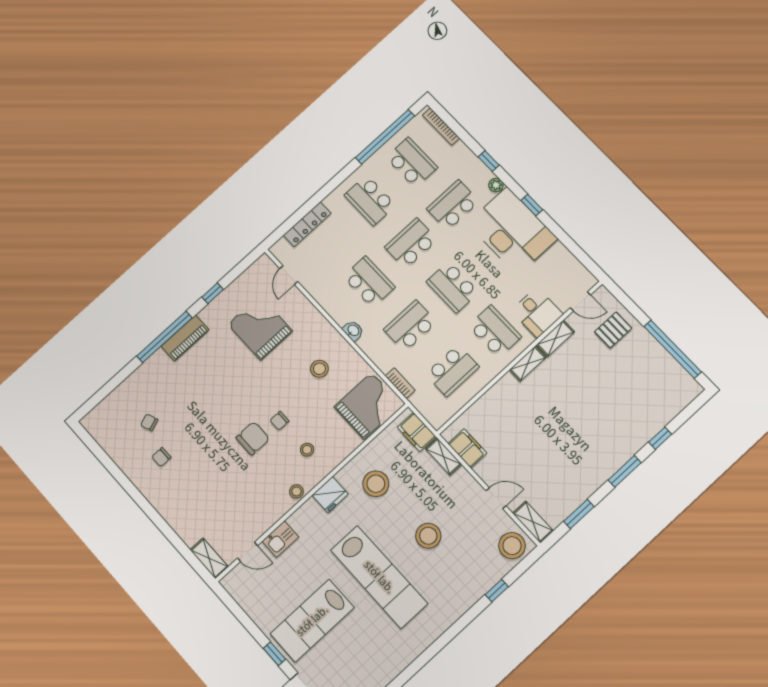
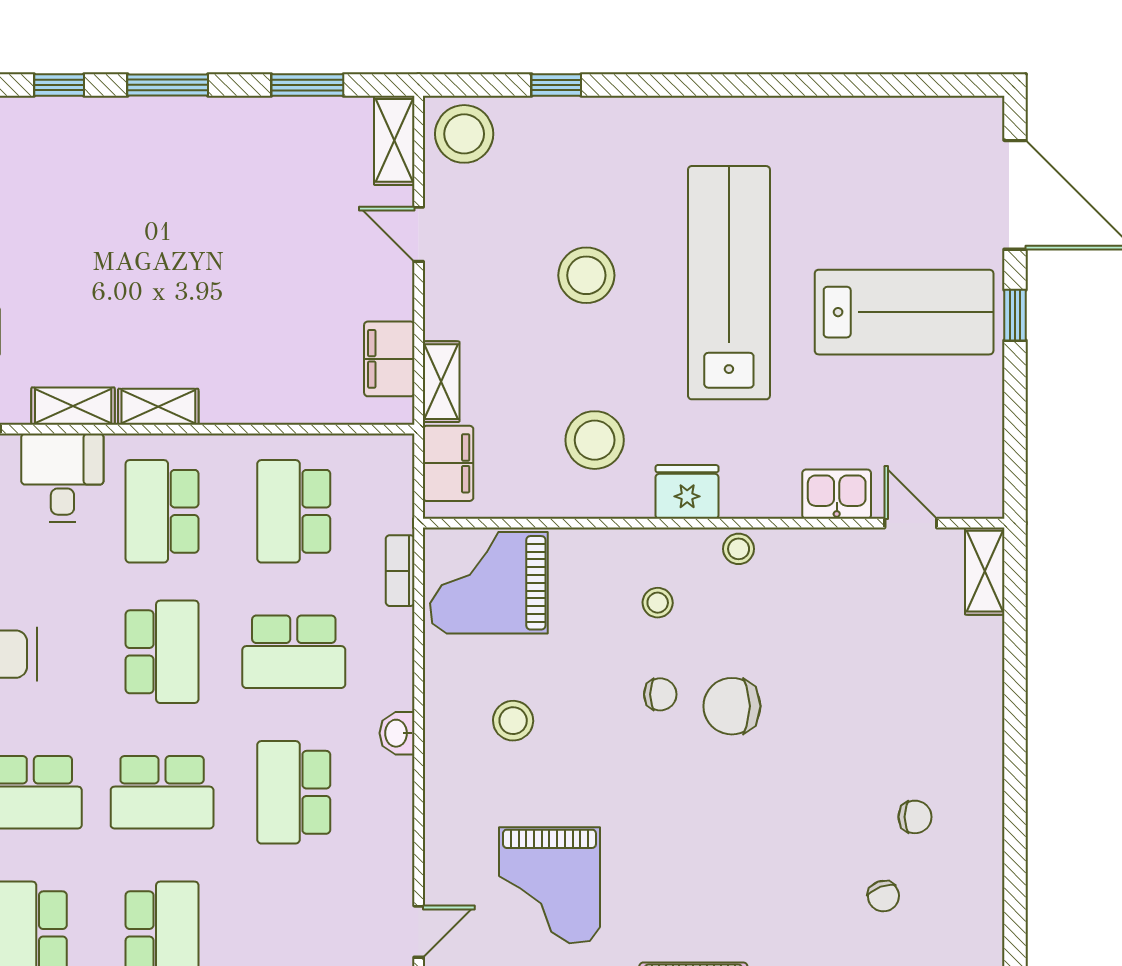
school desk: (452, 370) -> (294, 511), turned -90

